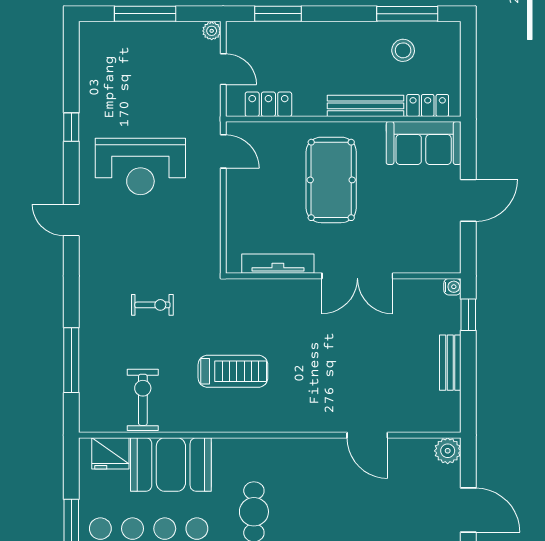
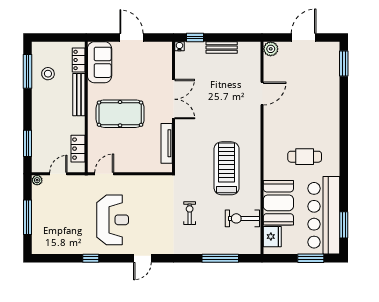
treadmill: (233, 371) -> (227, 168), width x1.37, depth x1.38

